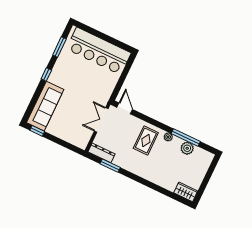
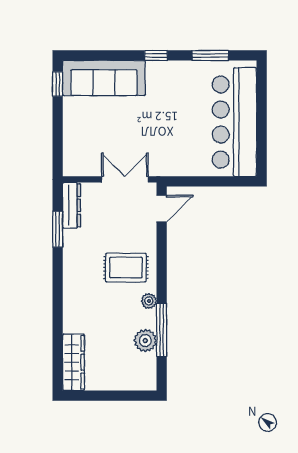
wardrobe: (186, 192) -> (74, 362), width x1.50

